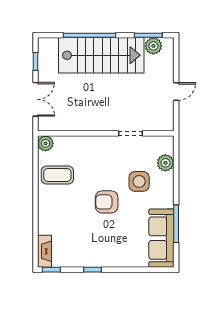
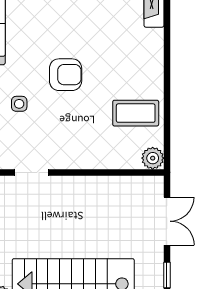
double door: (35, 99) -> (167, 221), swing flipped
side table: (139, 181) -> (19, 104), width x0.54, depth x0.54

